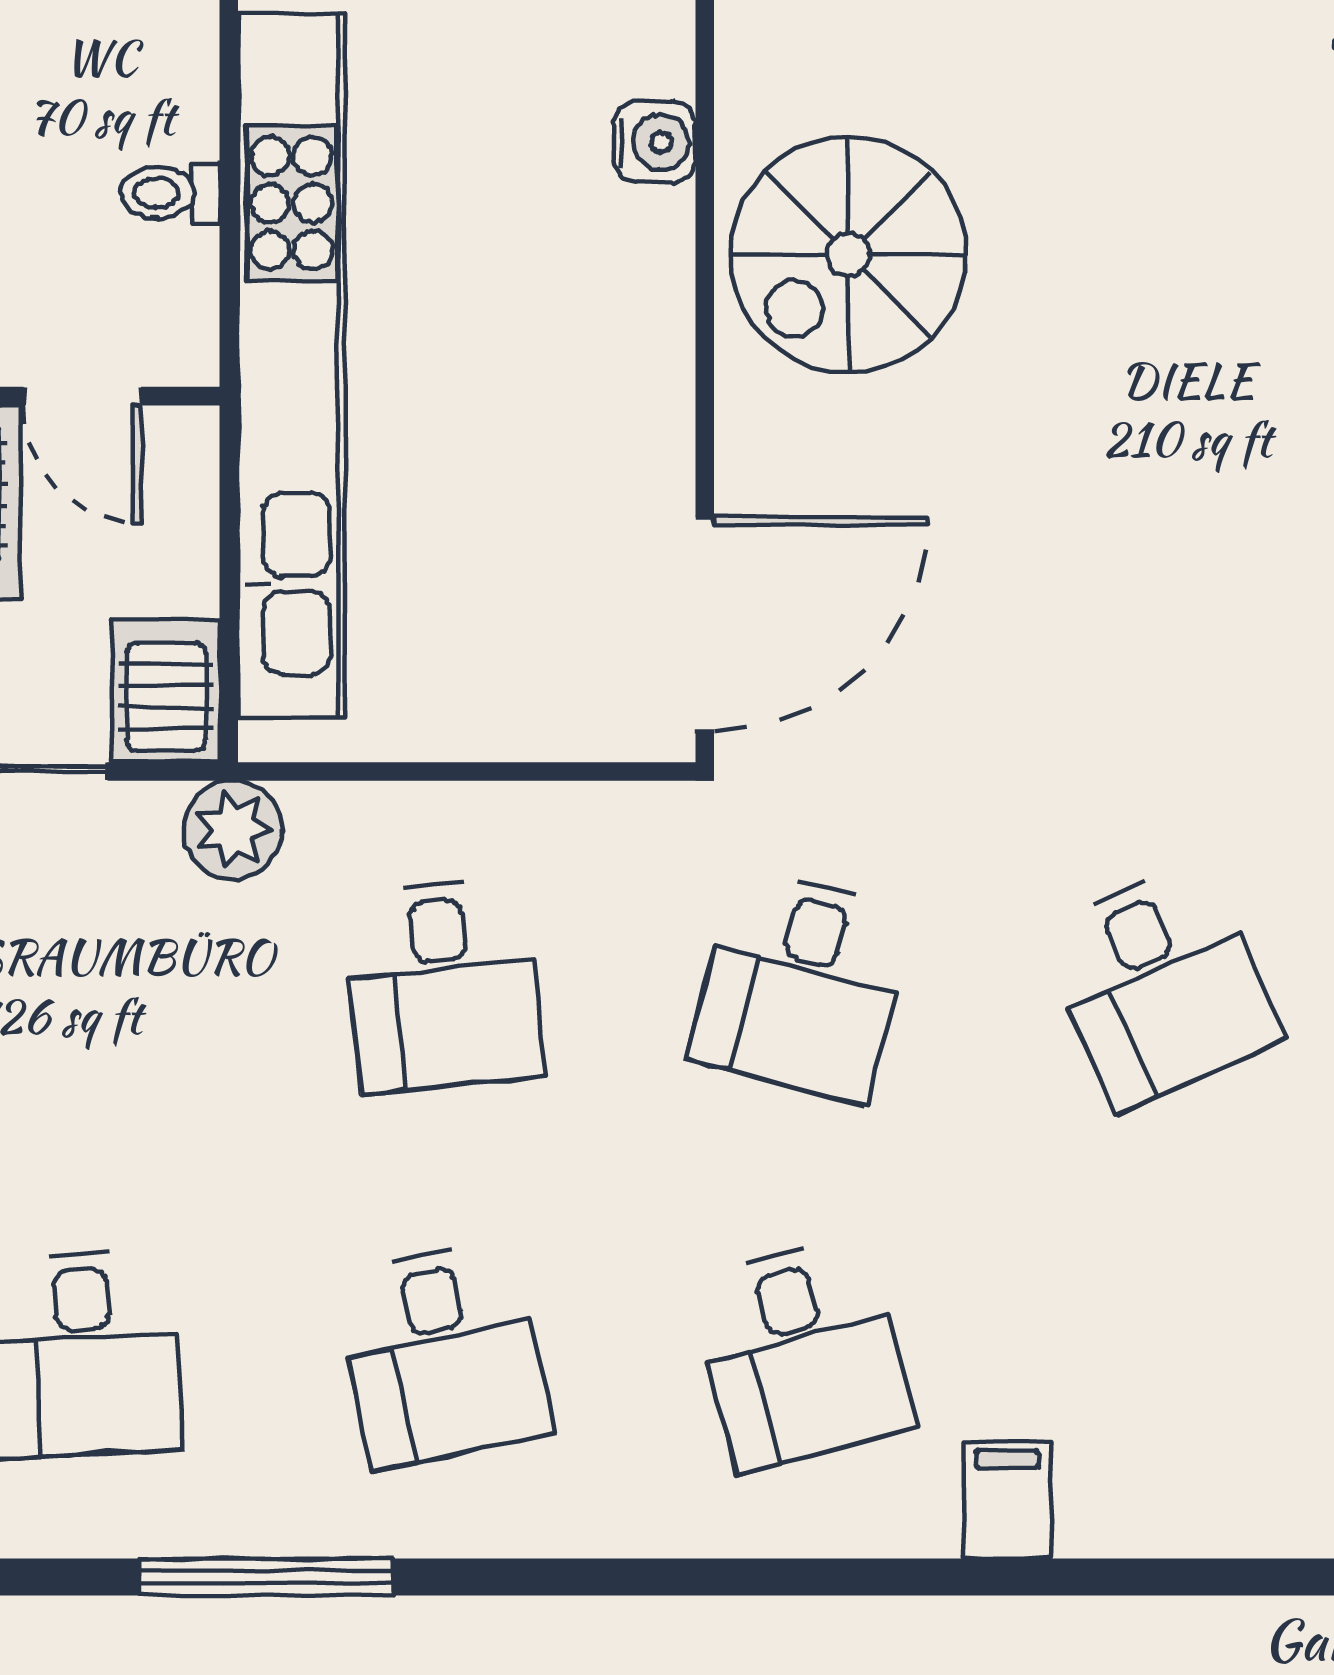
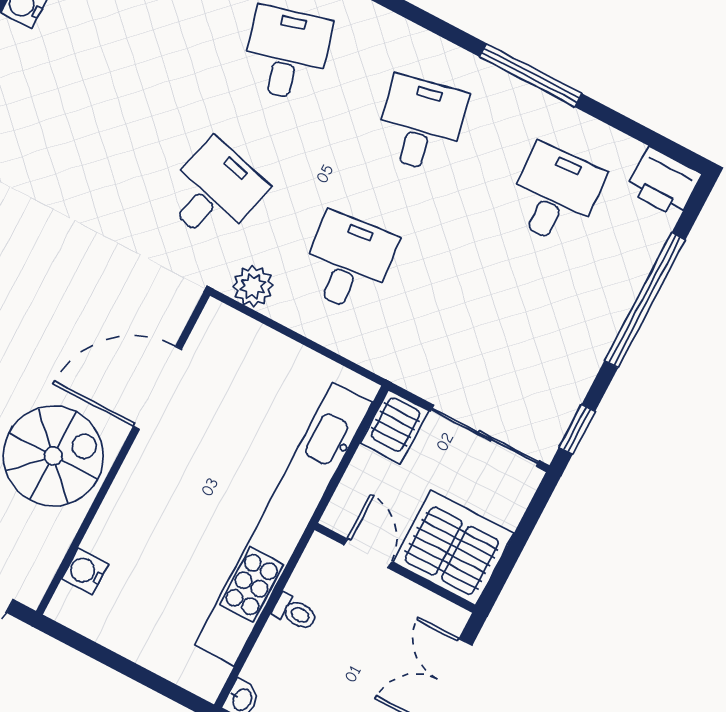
water cooler: (655, 142) -> (85, 571), moved
door: (705, 624) -> (157, 388), moved
plant: (233, 830) -> (253, 286), moved
desk: (1161, 985) -> (80, 121), removed

